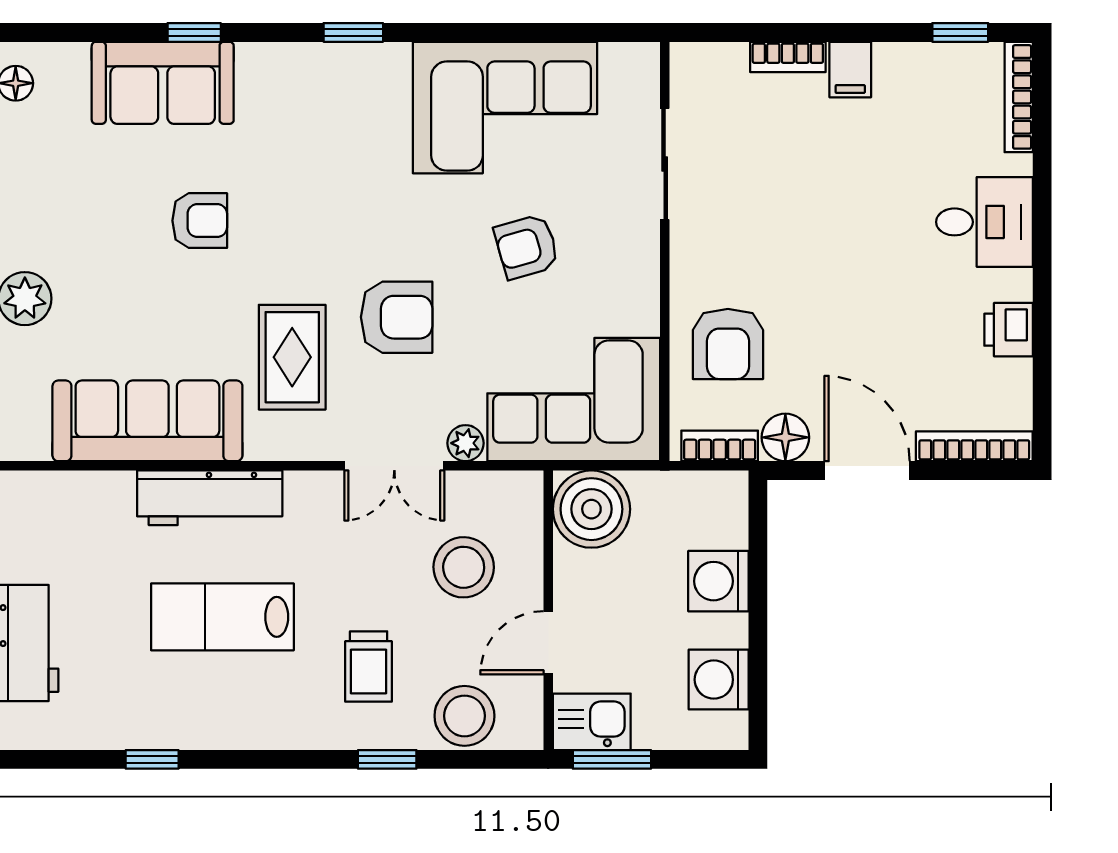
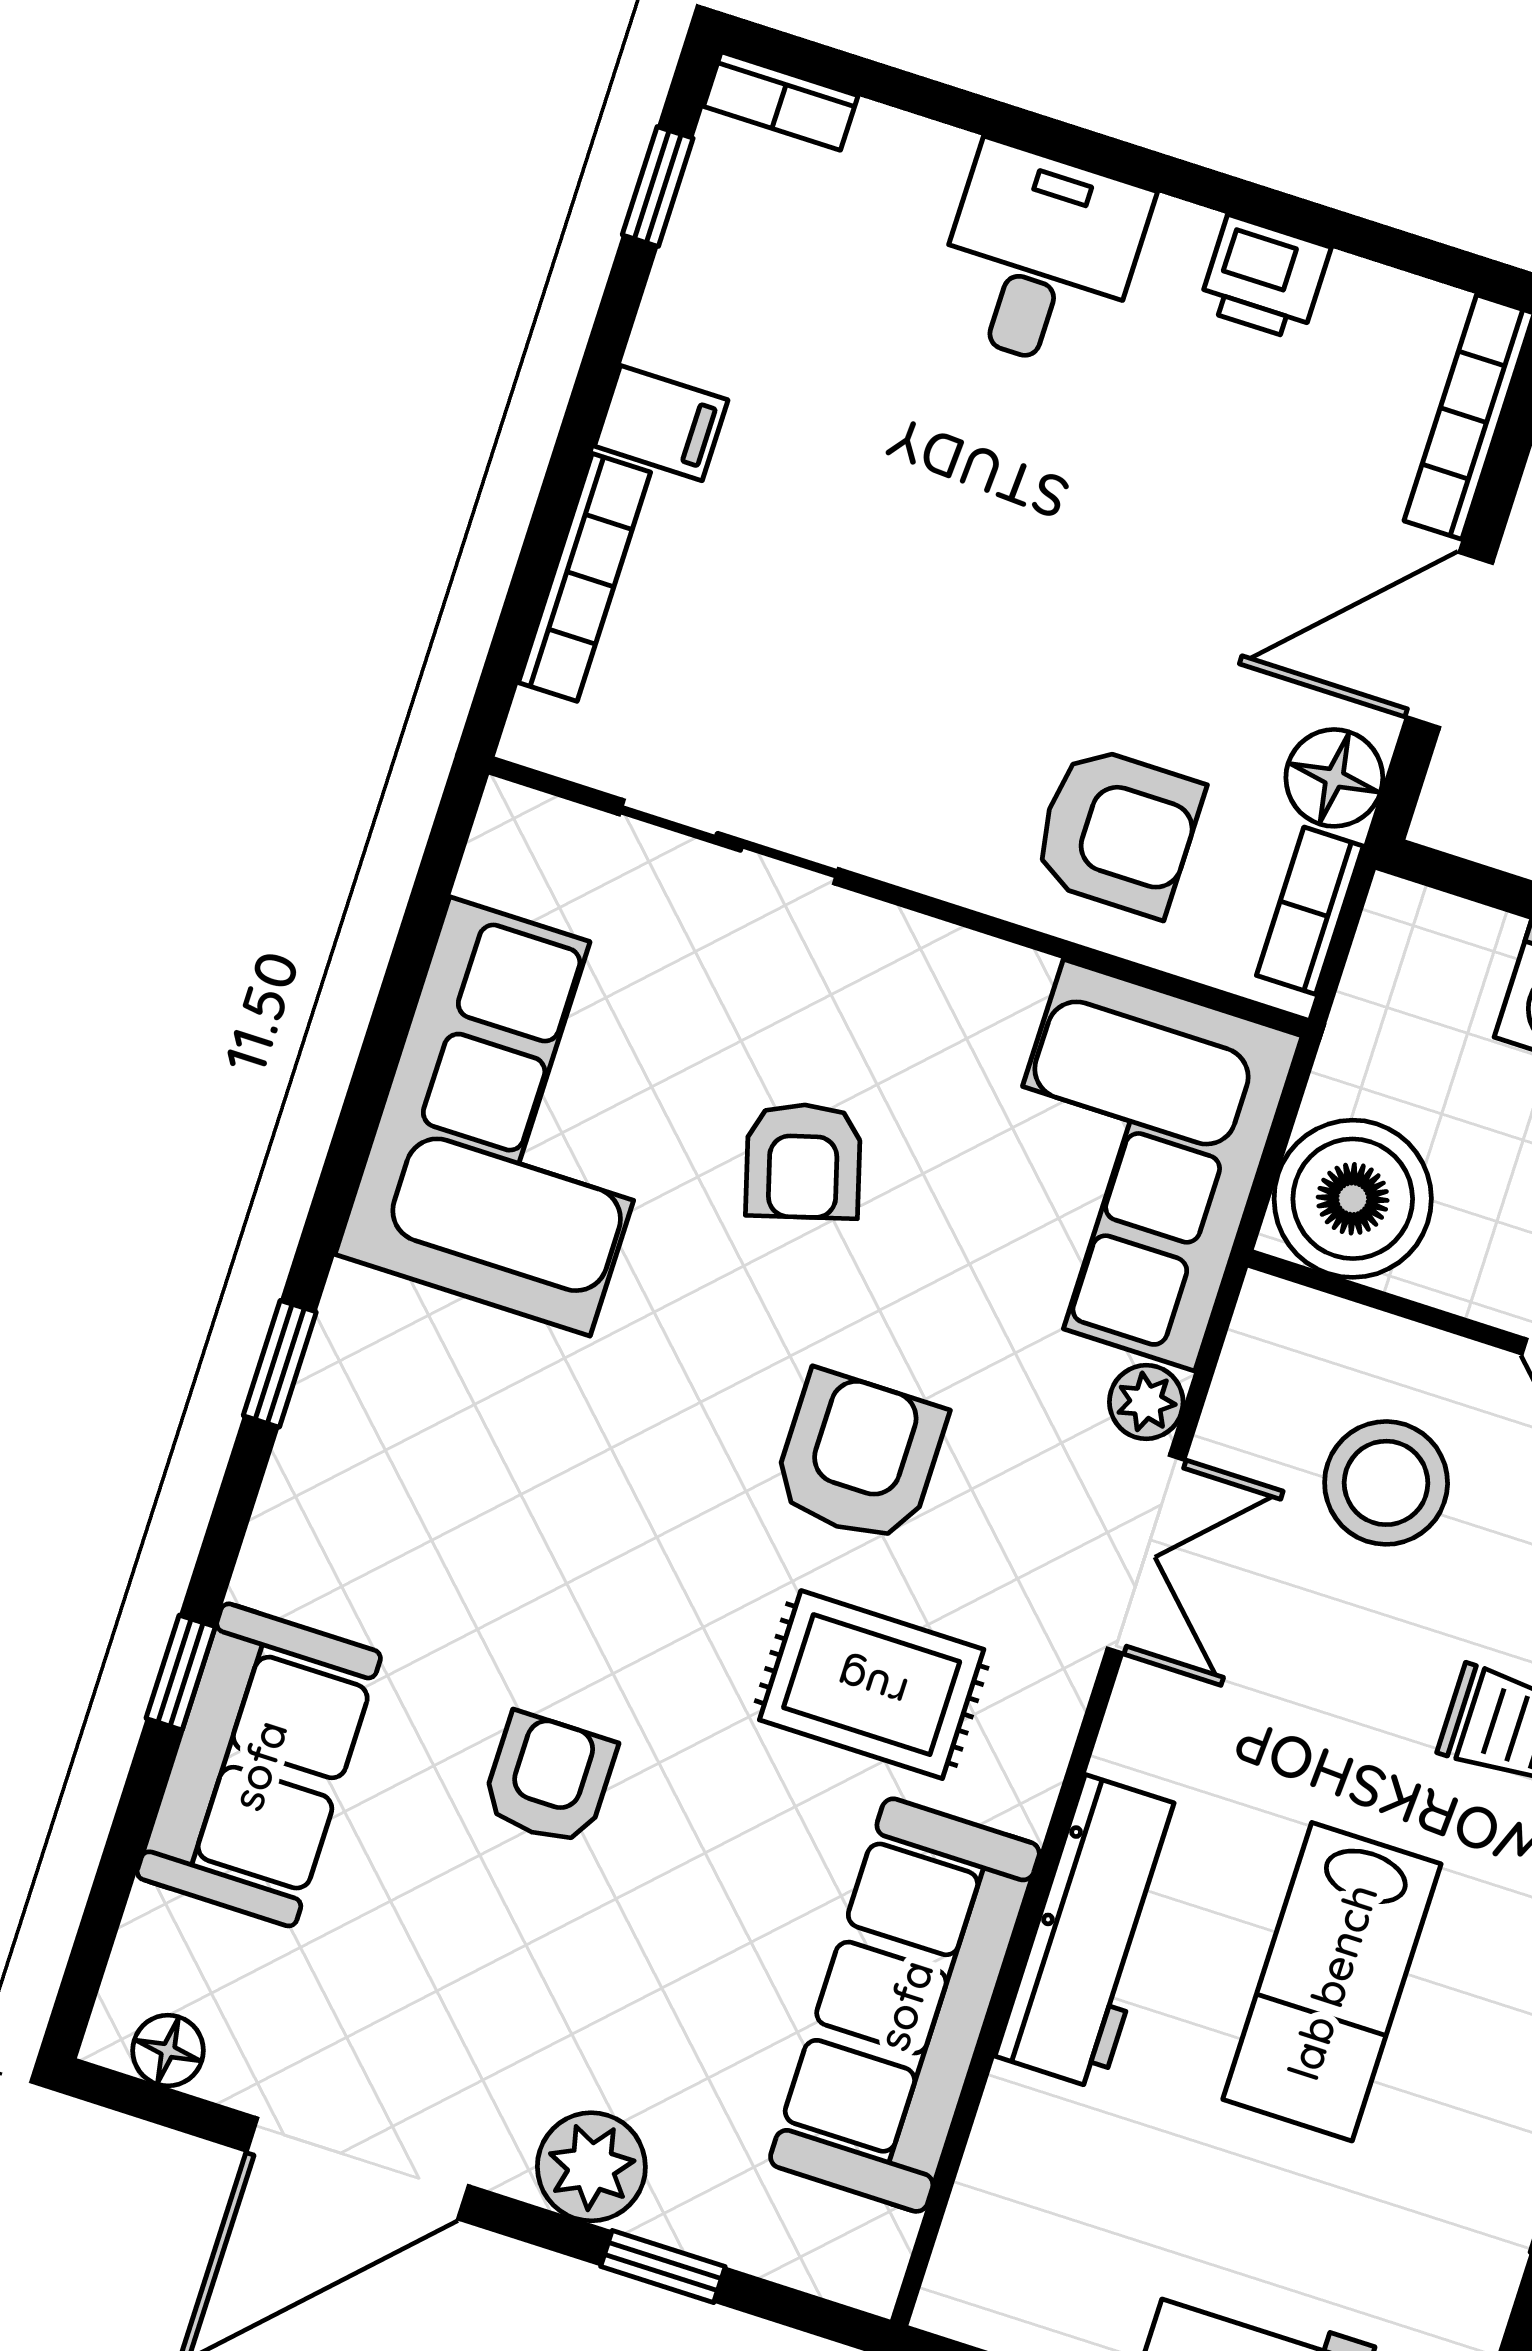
bookcase: (788, 57) -> (585, 577), width x1.56
bookcase: (1019, 97) -> (781, 101), width x0.64

